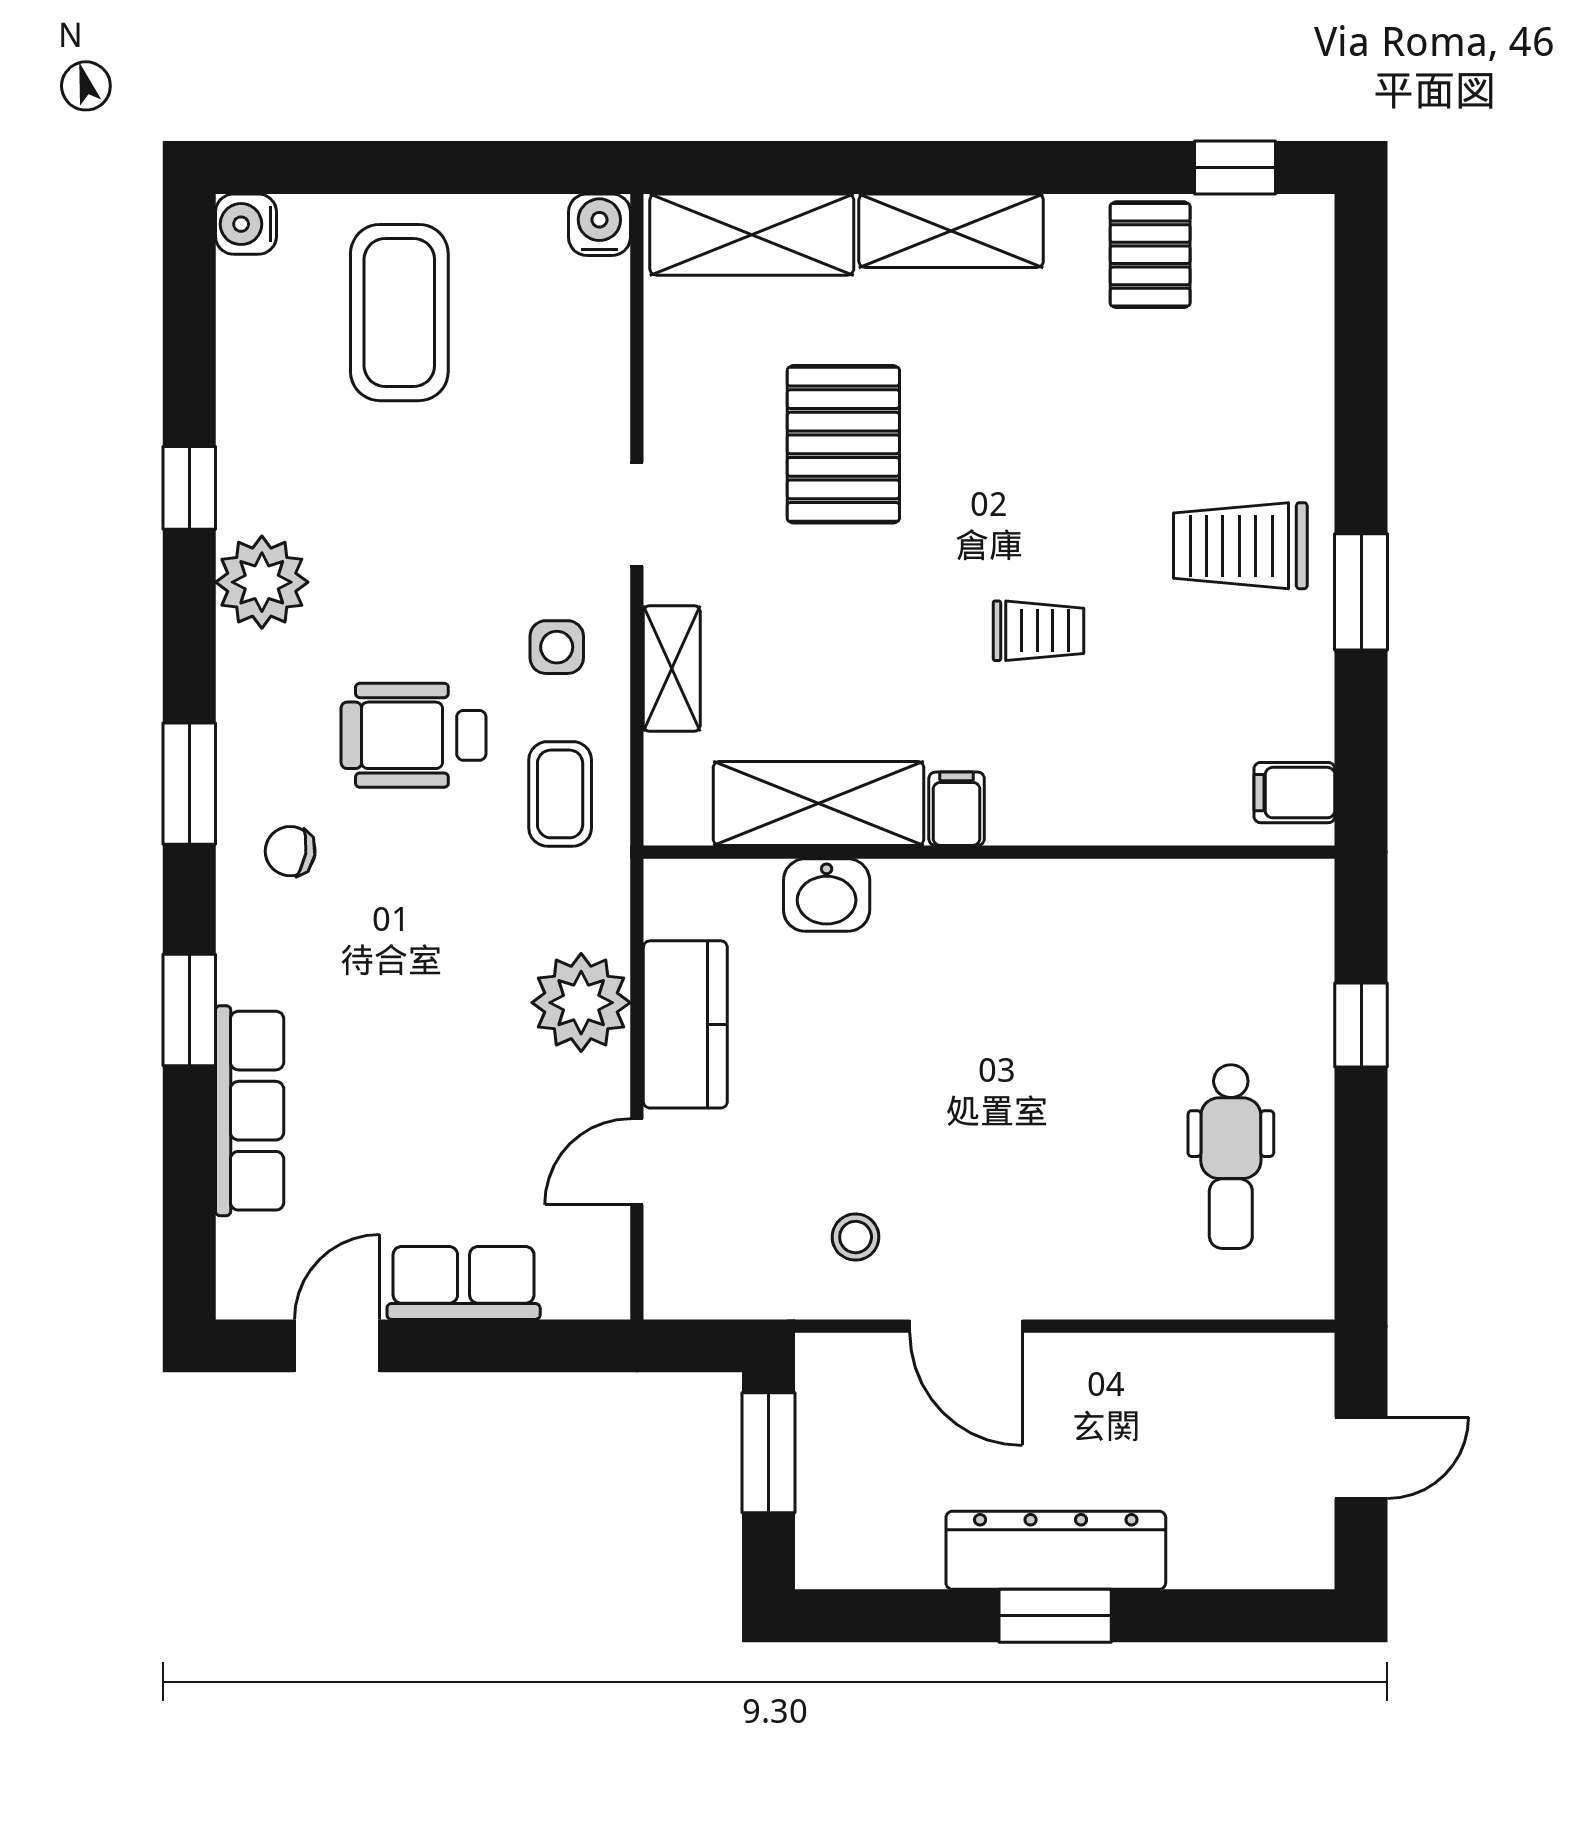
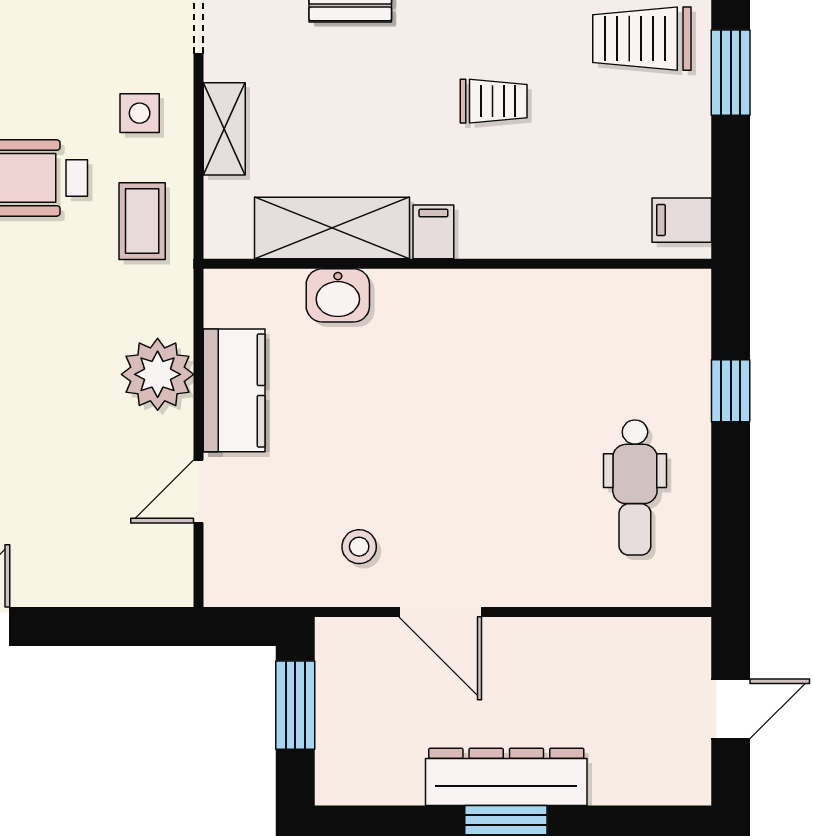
row of seats: (464, 1283) -> (71, 580), removed

